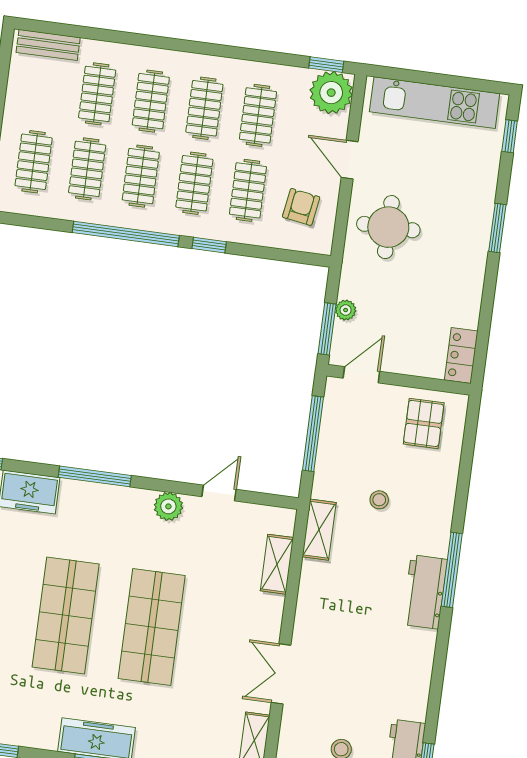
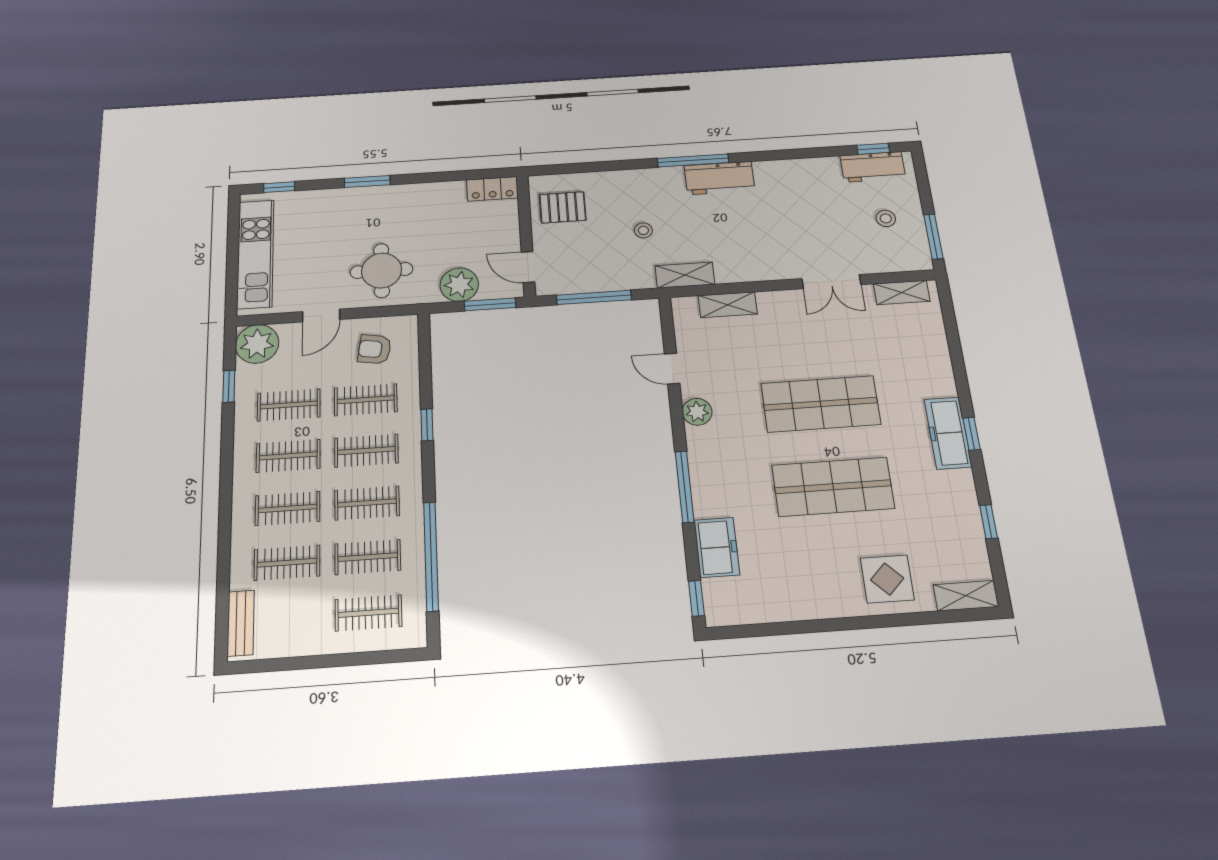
window: (326, 65) -> (229, 386), moved
window: (126, 234) -> (431, 556), moved
plant: (346, 310) -> (459, 285), width x1.88, depth x1.88

